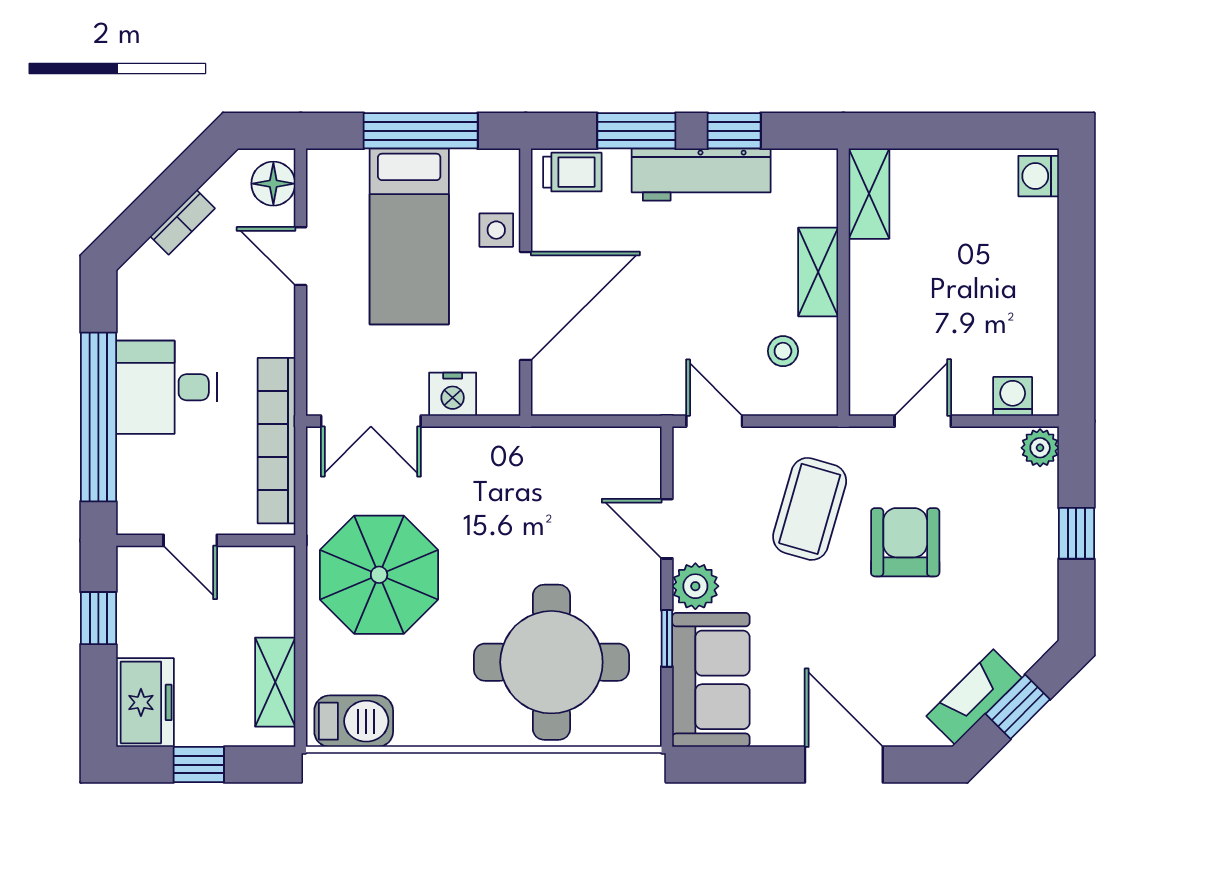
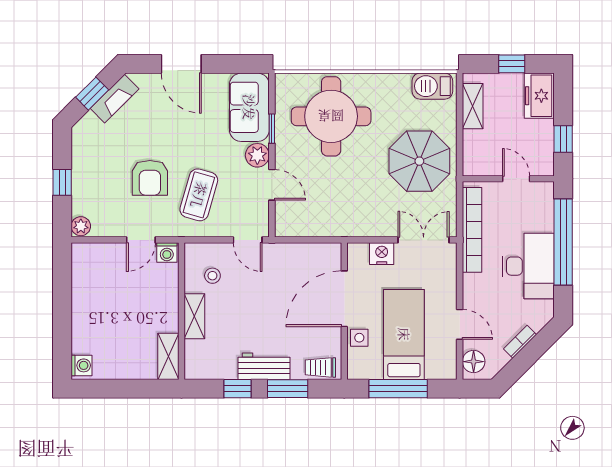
workbench: (701, 175) -> (264, 366), width x0.73
desk: (166, 387) -> (528, 266), width x1.37
washing machine: (1013, 396) -> (167, 252), moved

